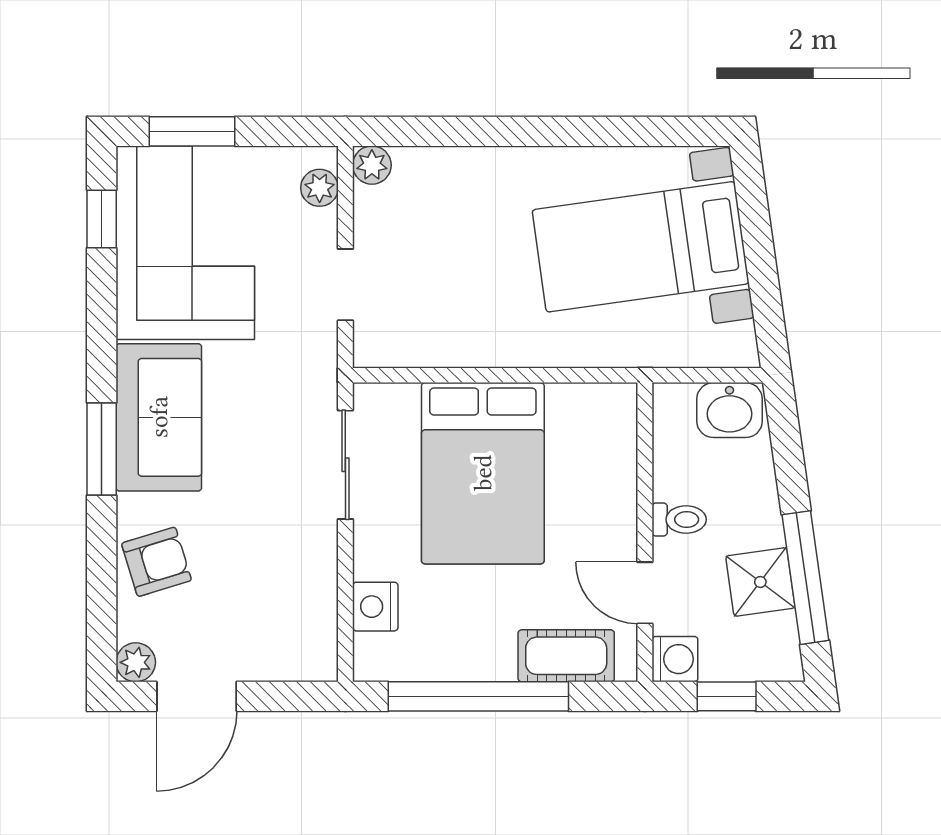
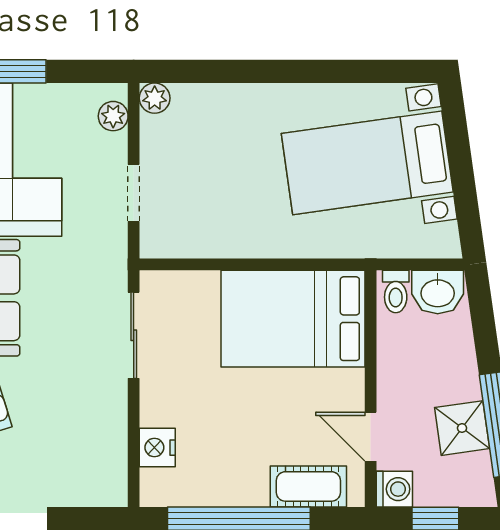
bed: (483, 473) -> (293, 319), moved, turned 90
toilet: (679, 520) -> (396, 292), moved, turned 90

